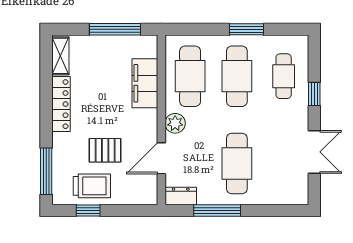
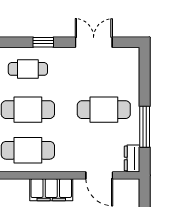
filing cabinet: (145, 83) -> (51, 190), moved
plant: (175, 123) -> (69, 163), removed

